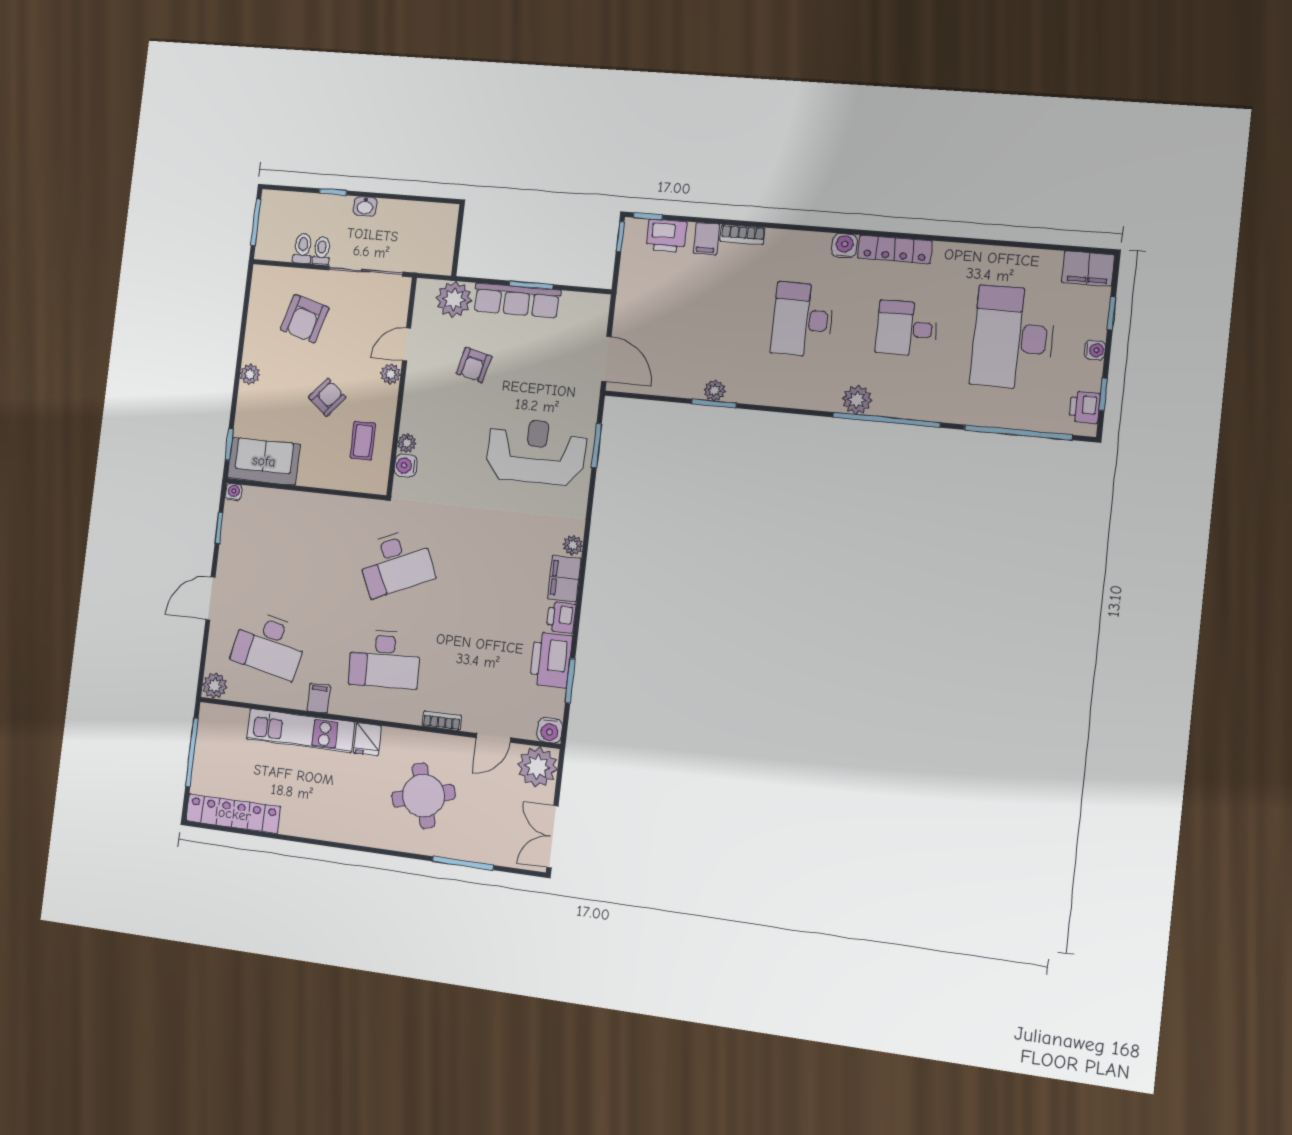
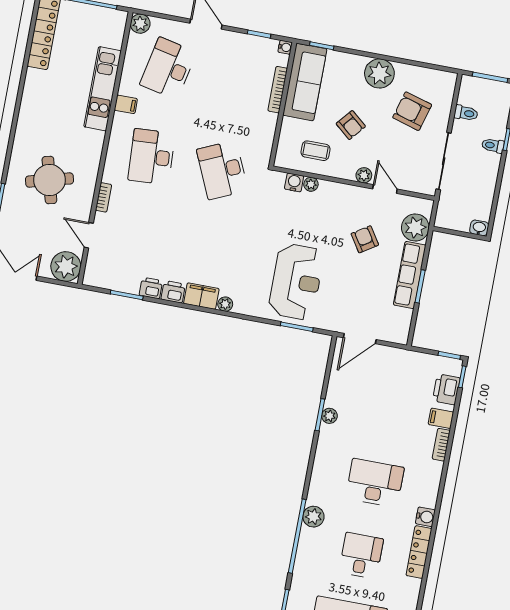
washbasin: (365, 206) -> (479, 228), moved, turned 90
toilet: (322, 251) -> (493, 145), moved, turned 180
armchair: (474, 365) -> (365, 239), turned 43
plant: (250, 374) -> (379, 73), width x1.88, depth x1.88
sofa: (264, 461) -> (305, 82), width x1.36
bookcase: (288, 498) -> (278, 90), added
printer: (551, 660) -> (151, 288), width x0.53, depth x0.68
water cooler: (550, 730) -> (92, 277), removed
fridge: (367, 739) -> (93, 140), removed

